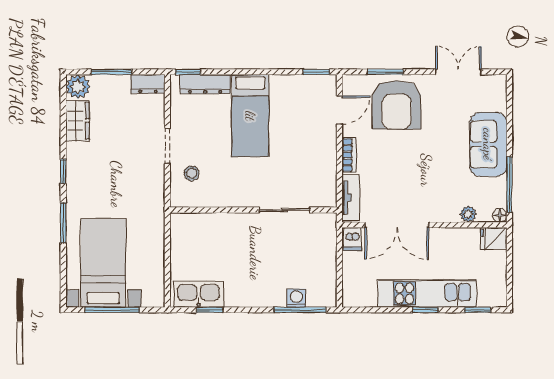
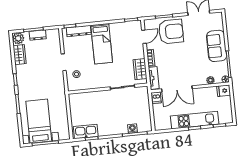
dresser: (148, 84) -> (38, 35), moved
armchair: (396, 105) -> (171, 32), turned -90
wardrobe: (325, 176) -> (140, 69), added

